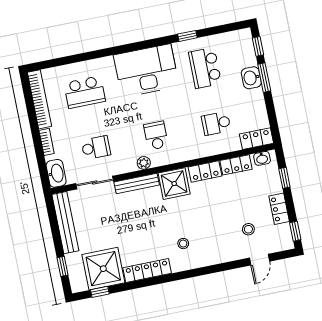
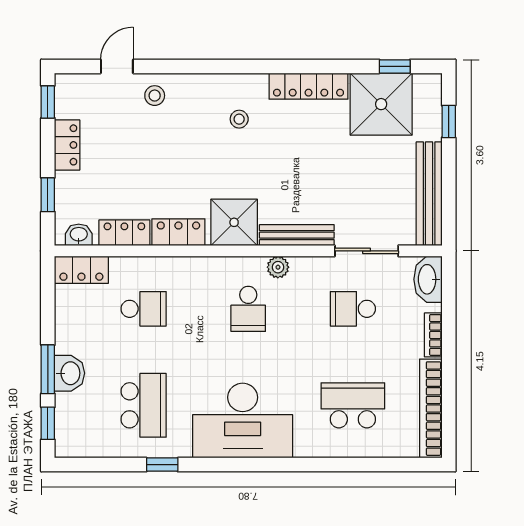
stool: (248, 229) -> (155, 96), moved

